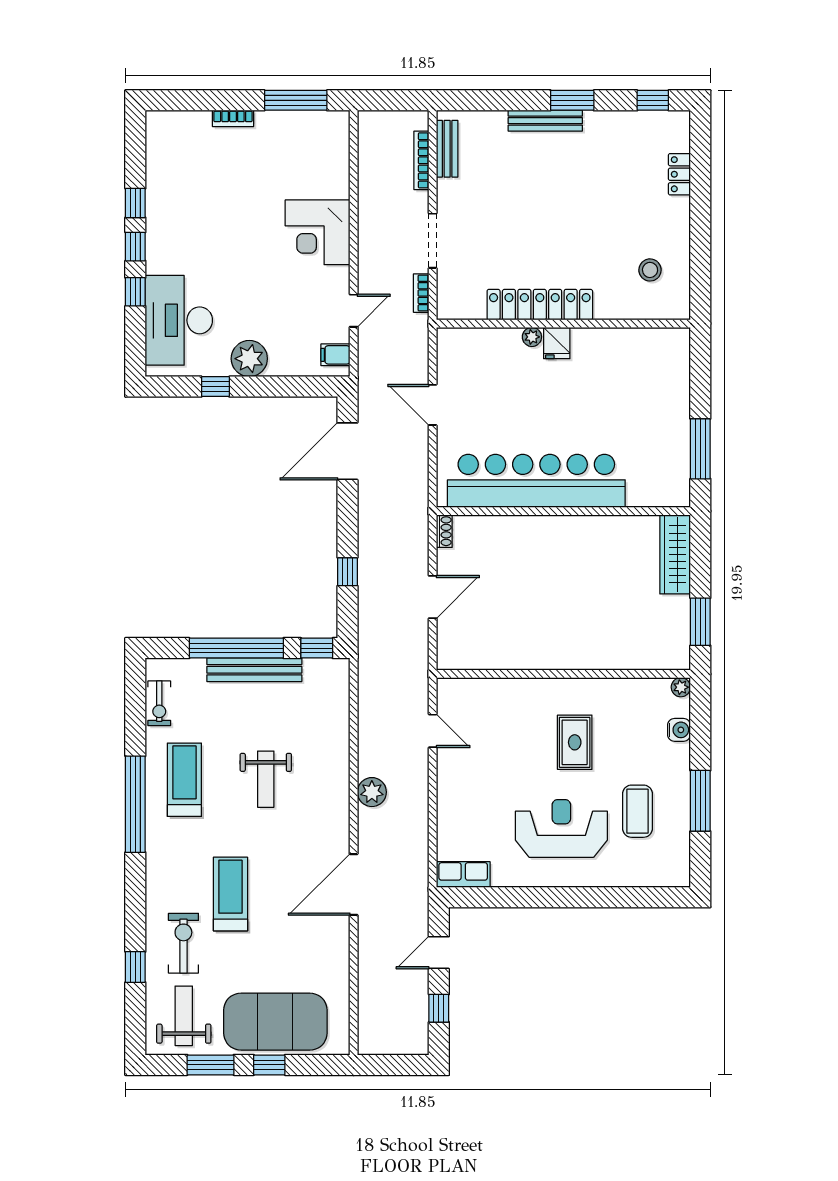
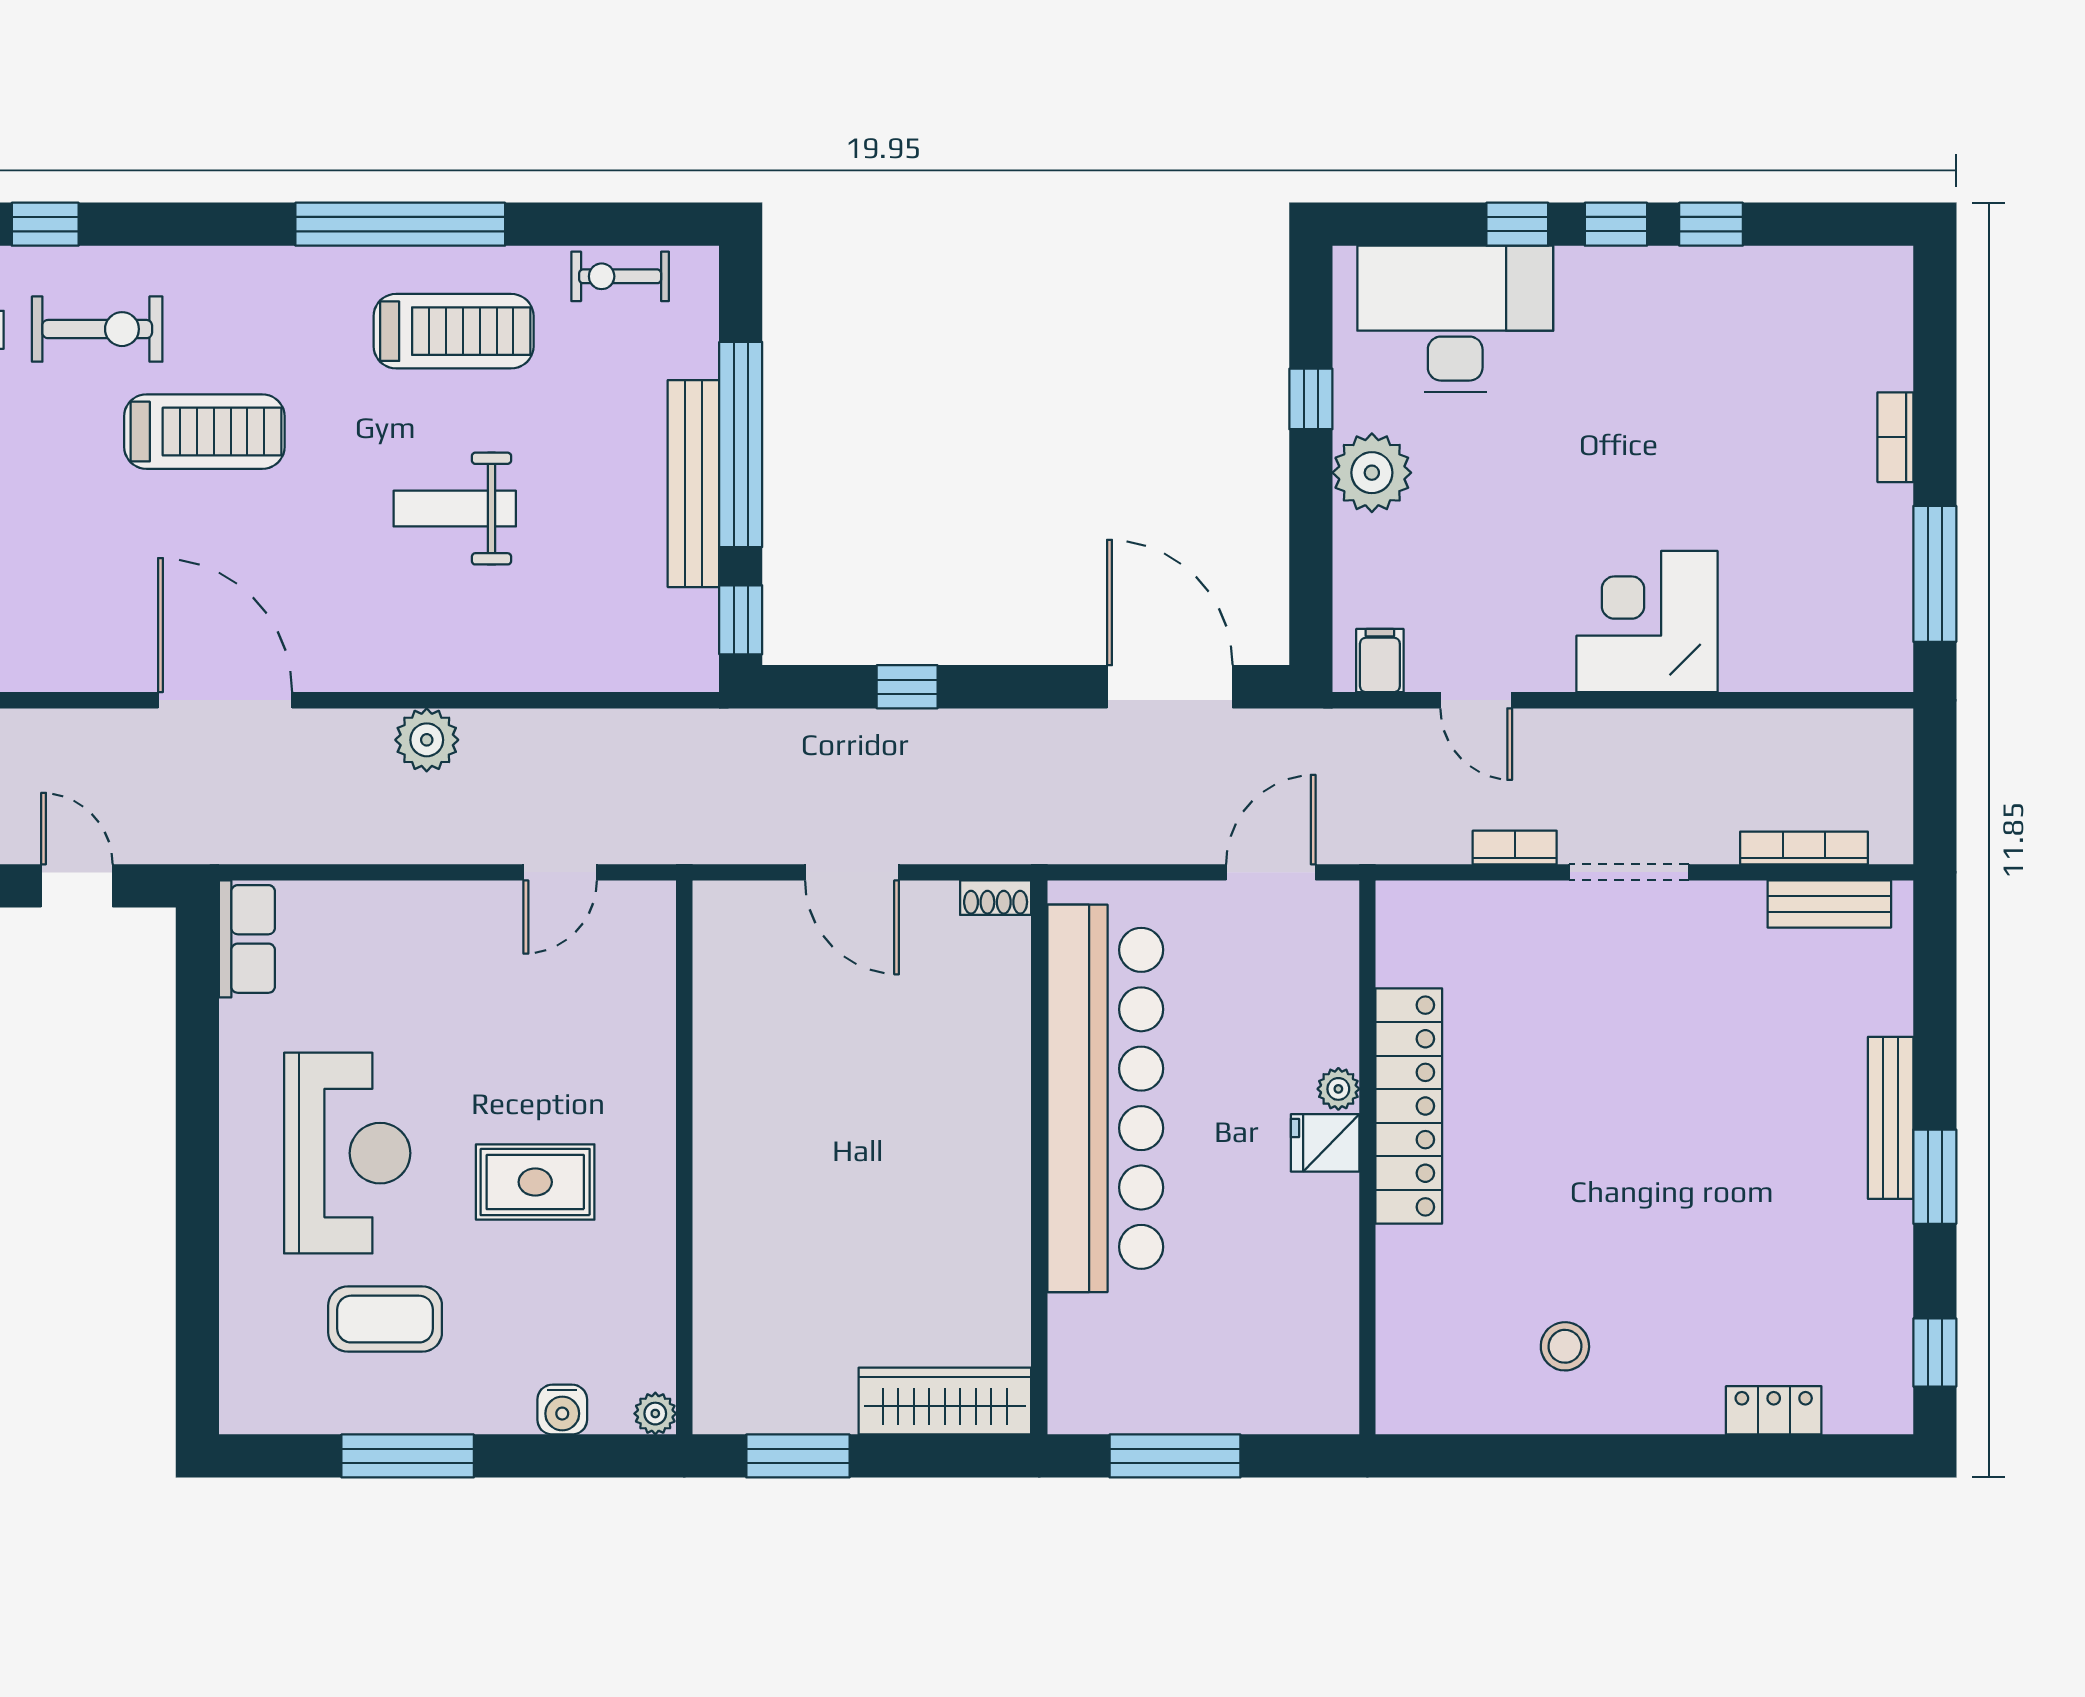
locker: (540, 305) -> (1409, 1106), moved
wall: (563, 324) -> (1367, 1157), moved
plant: (532, 337) -> (1338, 1089), moved
fridge: (557, 343) -> (1325, 1143), moved

